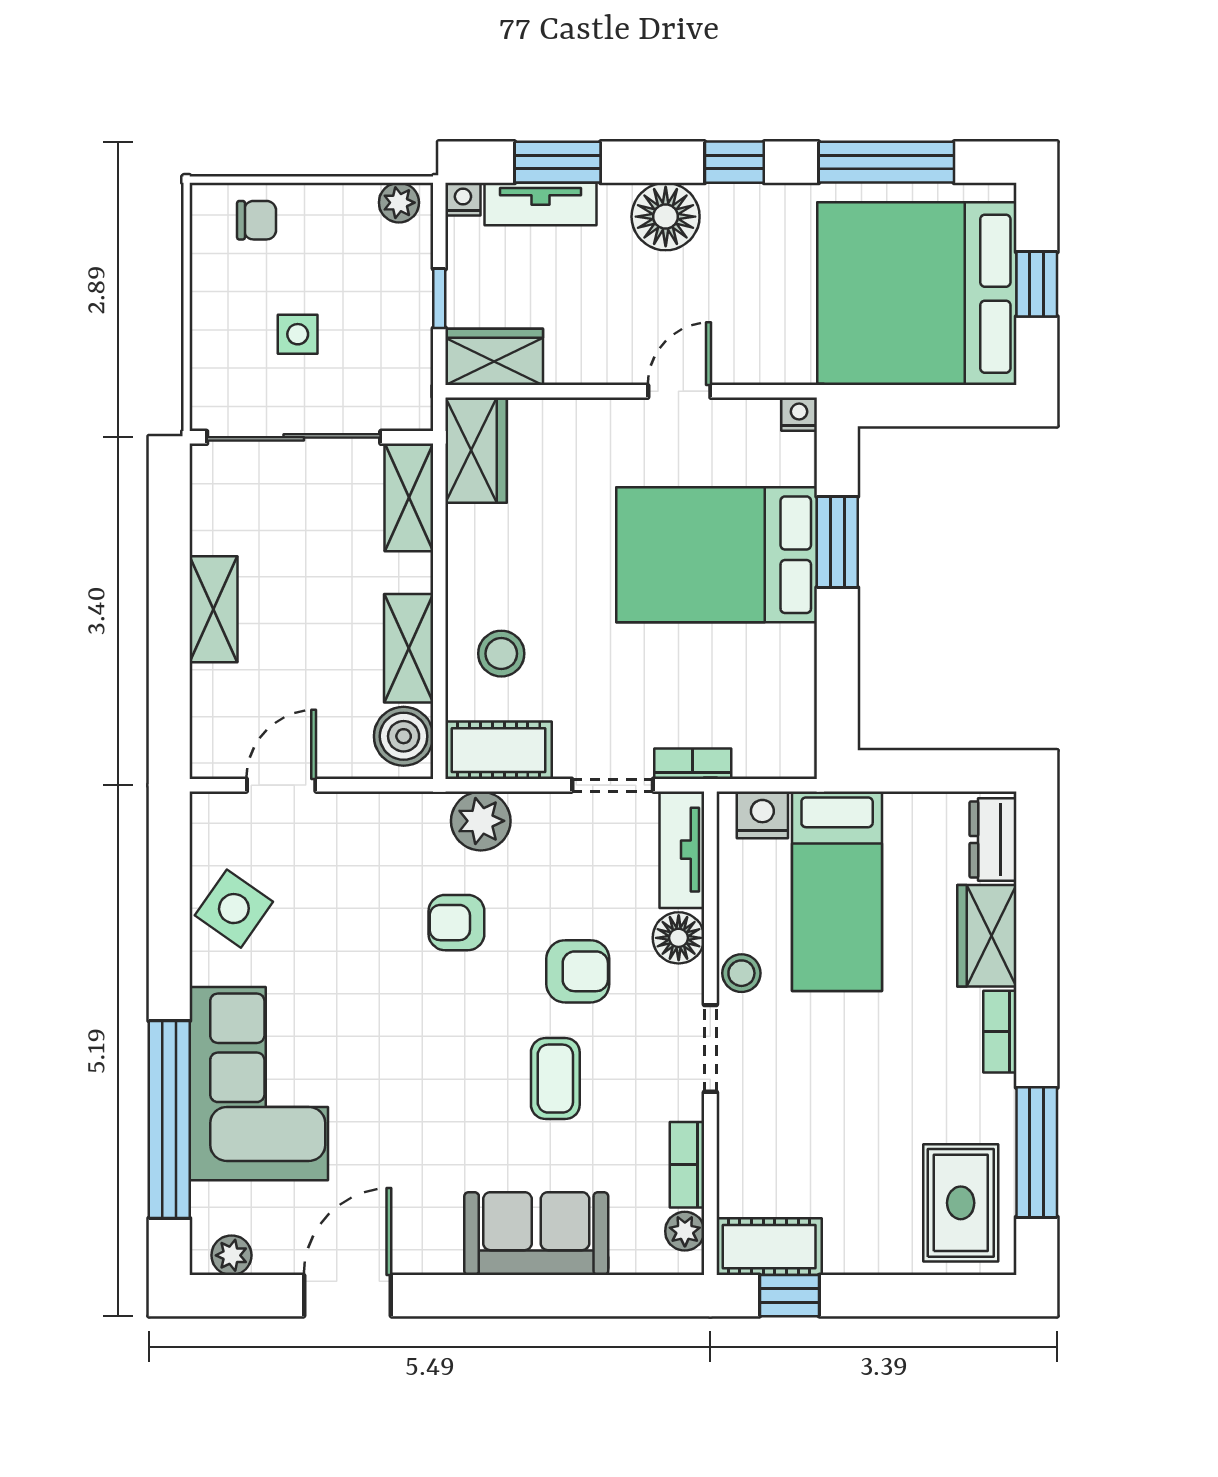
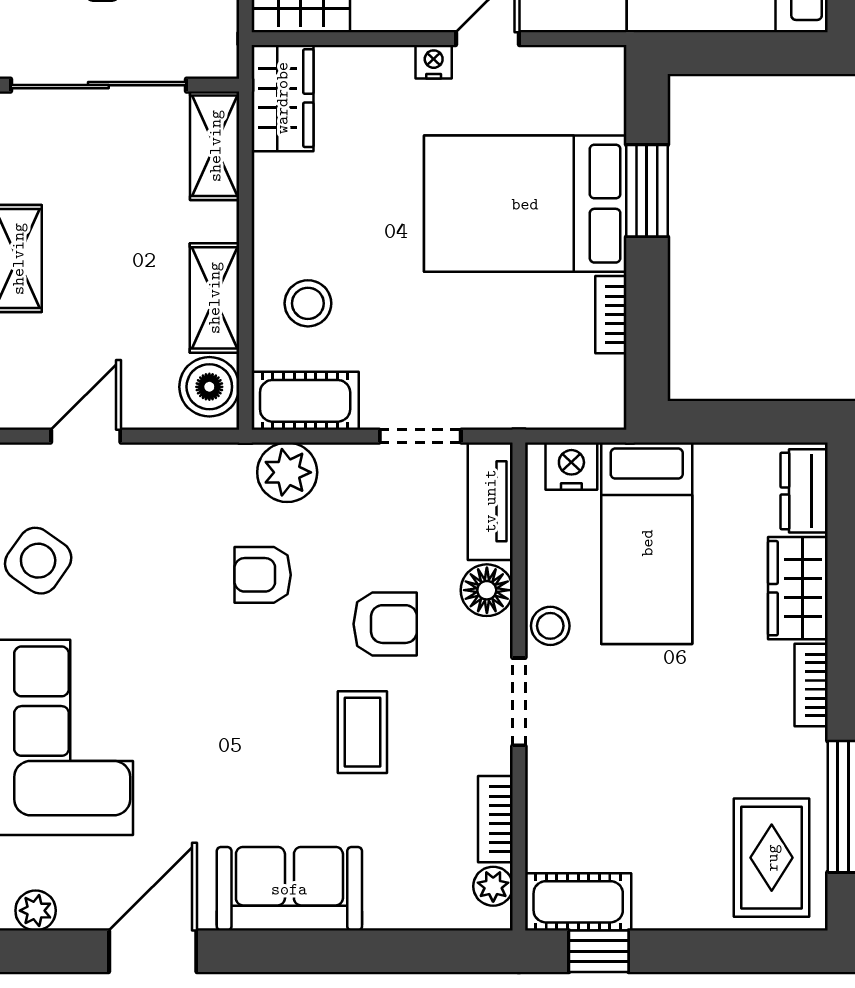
nightstand: (799, 414) -> (434, 62), moved
bookcase: (693, 764) -> (611, 315), moved, turned -90
sofa: (536, 1234) -> (289, 889), moved

